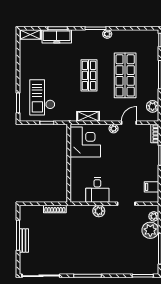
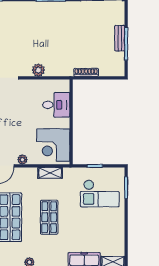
checkout: (42, 97) -> (100, 194), turned 90
desk: (97, 190) -> (56, 105), moved, turned 90

